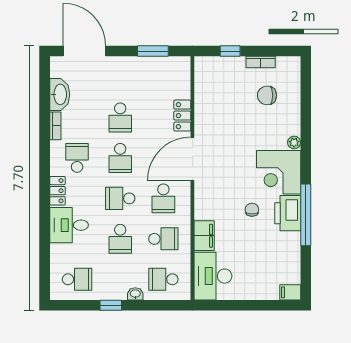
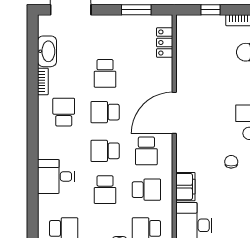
locker: (182, 116) -> (165, 42), moved
school desk: (120, 158) -> (105, 112), turned 90
locker: (57, 191) -> (45, 143), removed

